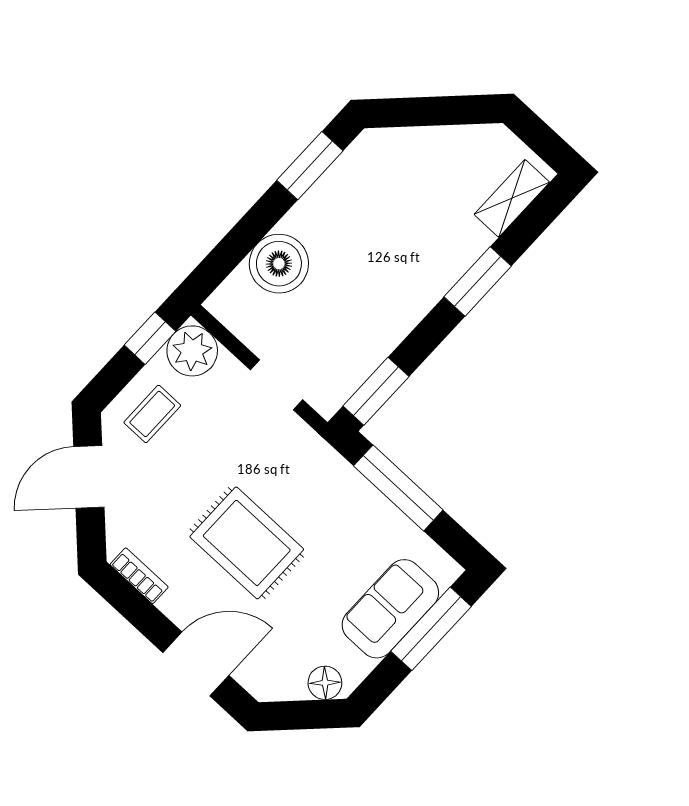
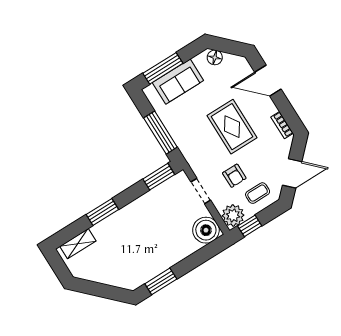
boiler: (279, 264) -> (206, 230), moved
armchair: (213, 438) -> (234, 176), added

